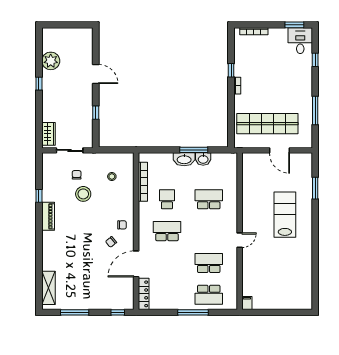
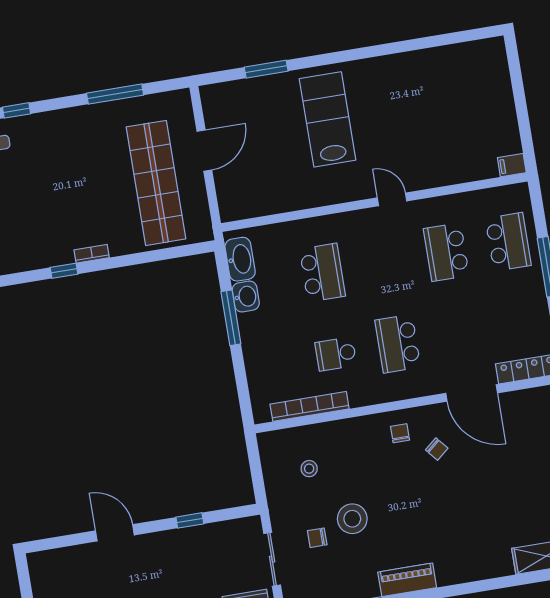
door: (96, 74) -> (115, 533), hinge flipped
washbasin: (184, 159) -> (240, 259), moved
school desk: (209, 199) -> (322, 273), turned 180
lab bench: (285, 215) -> (328, 119), turned 90

